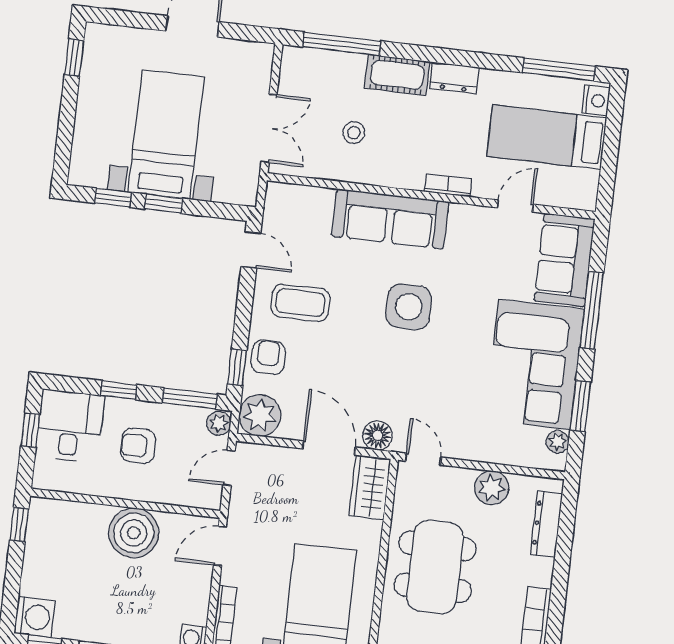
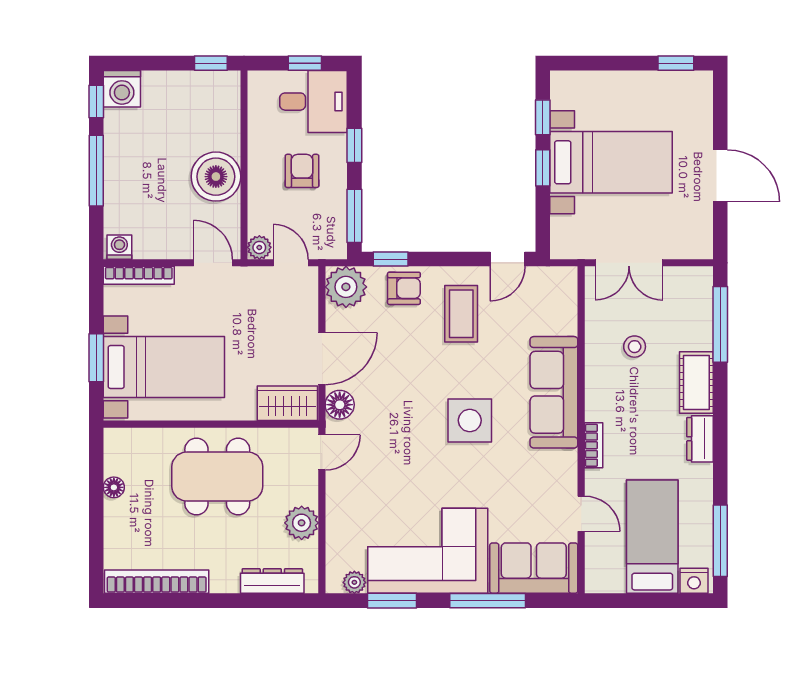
plant: (219, 423) -> (259, 247), moved

